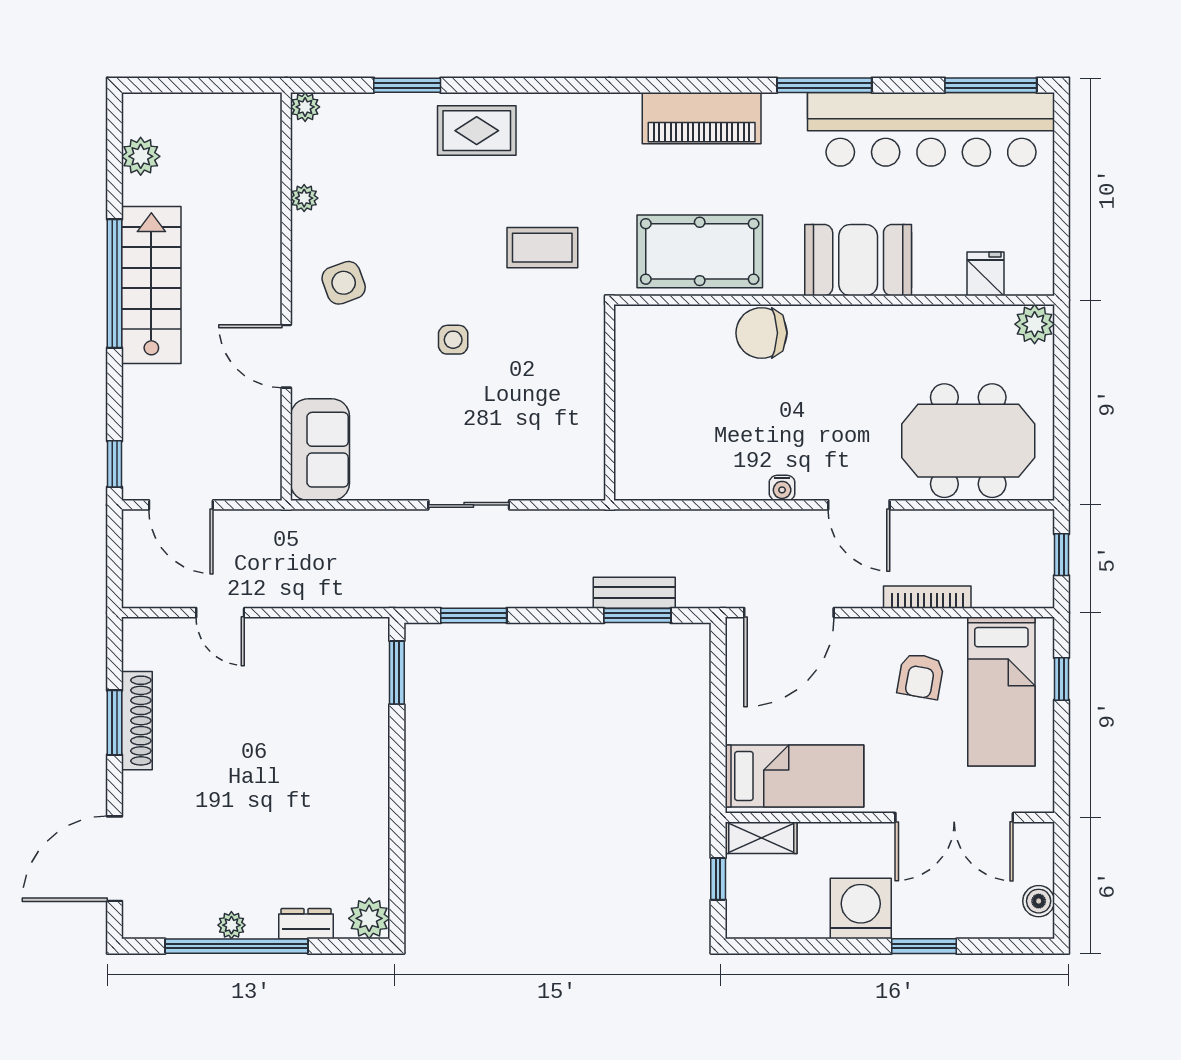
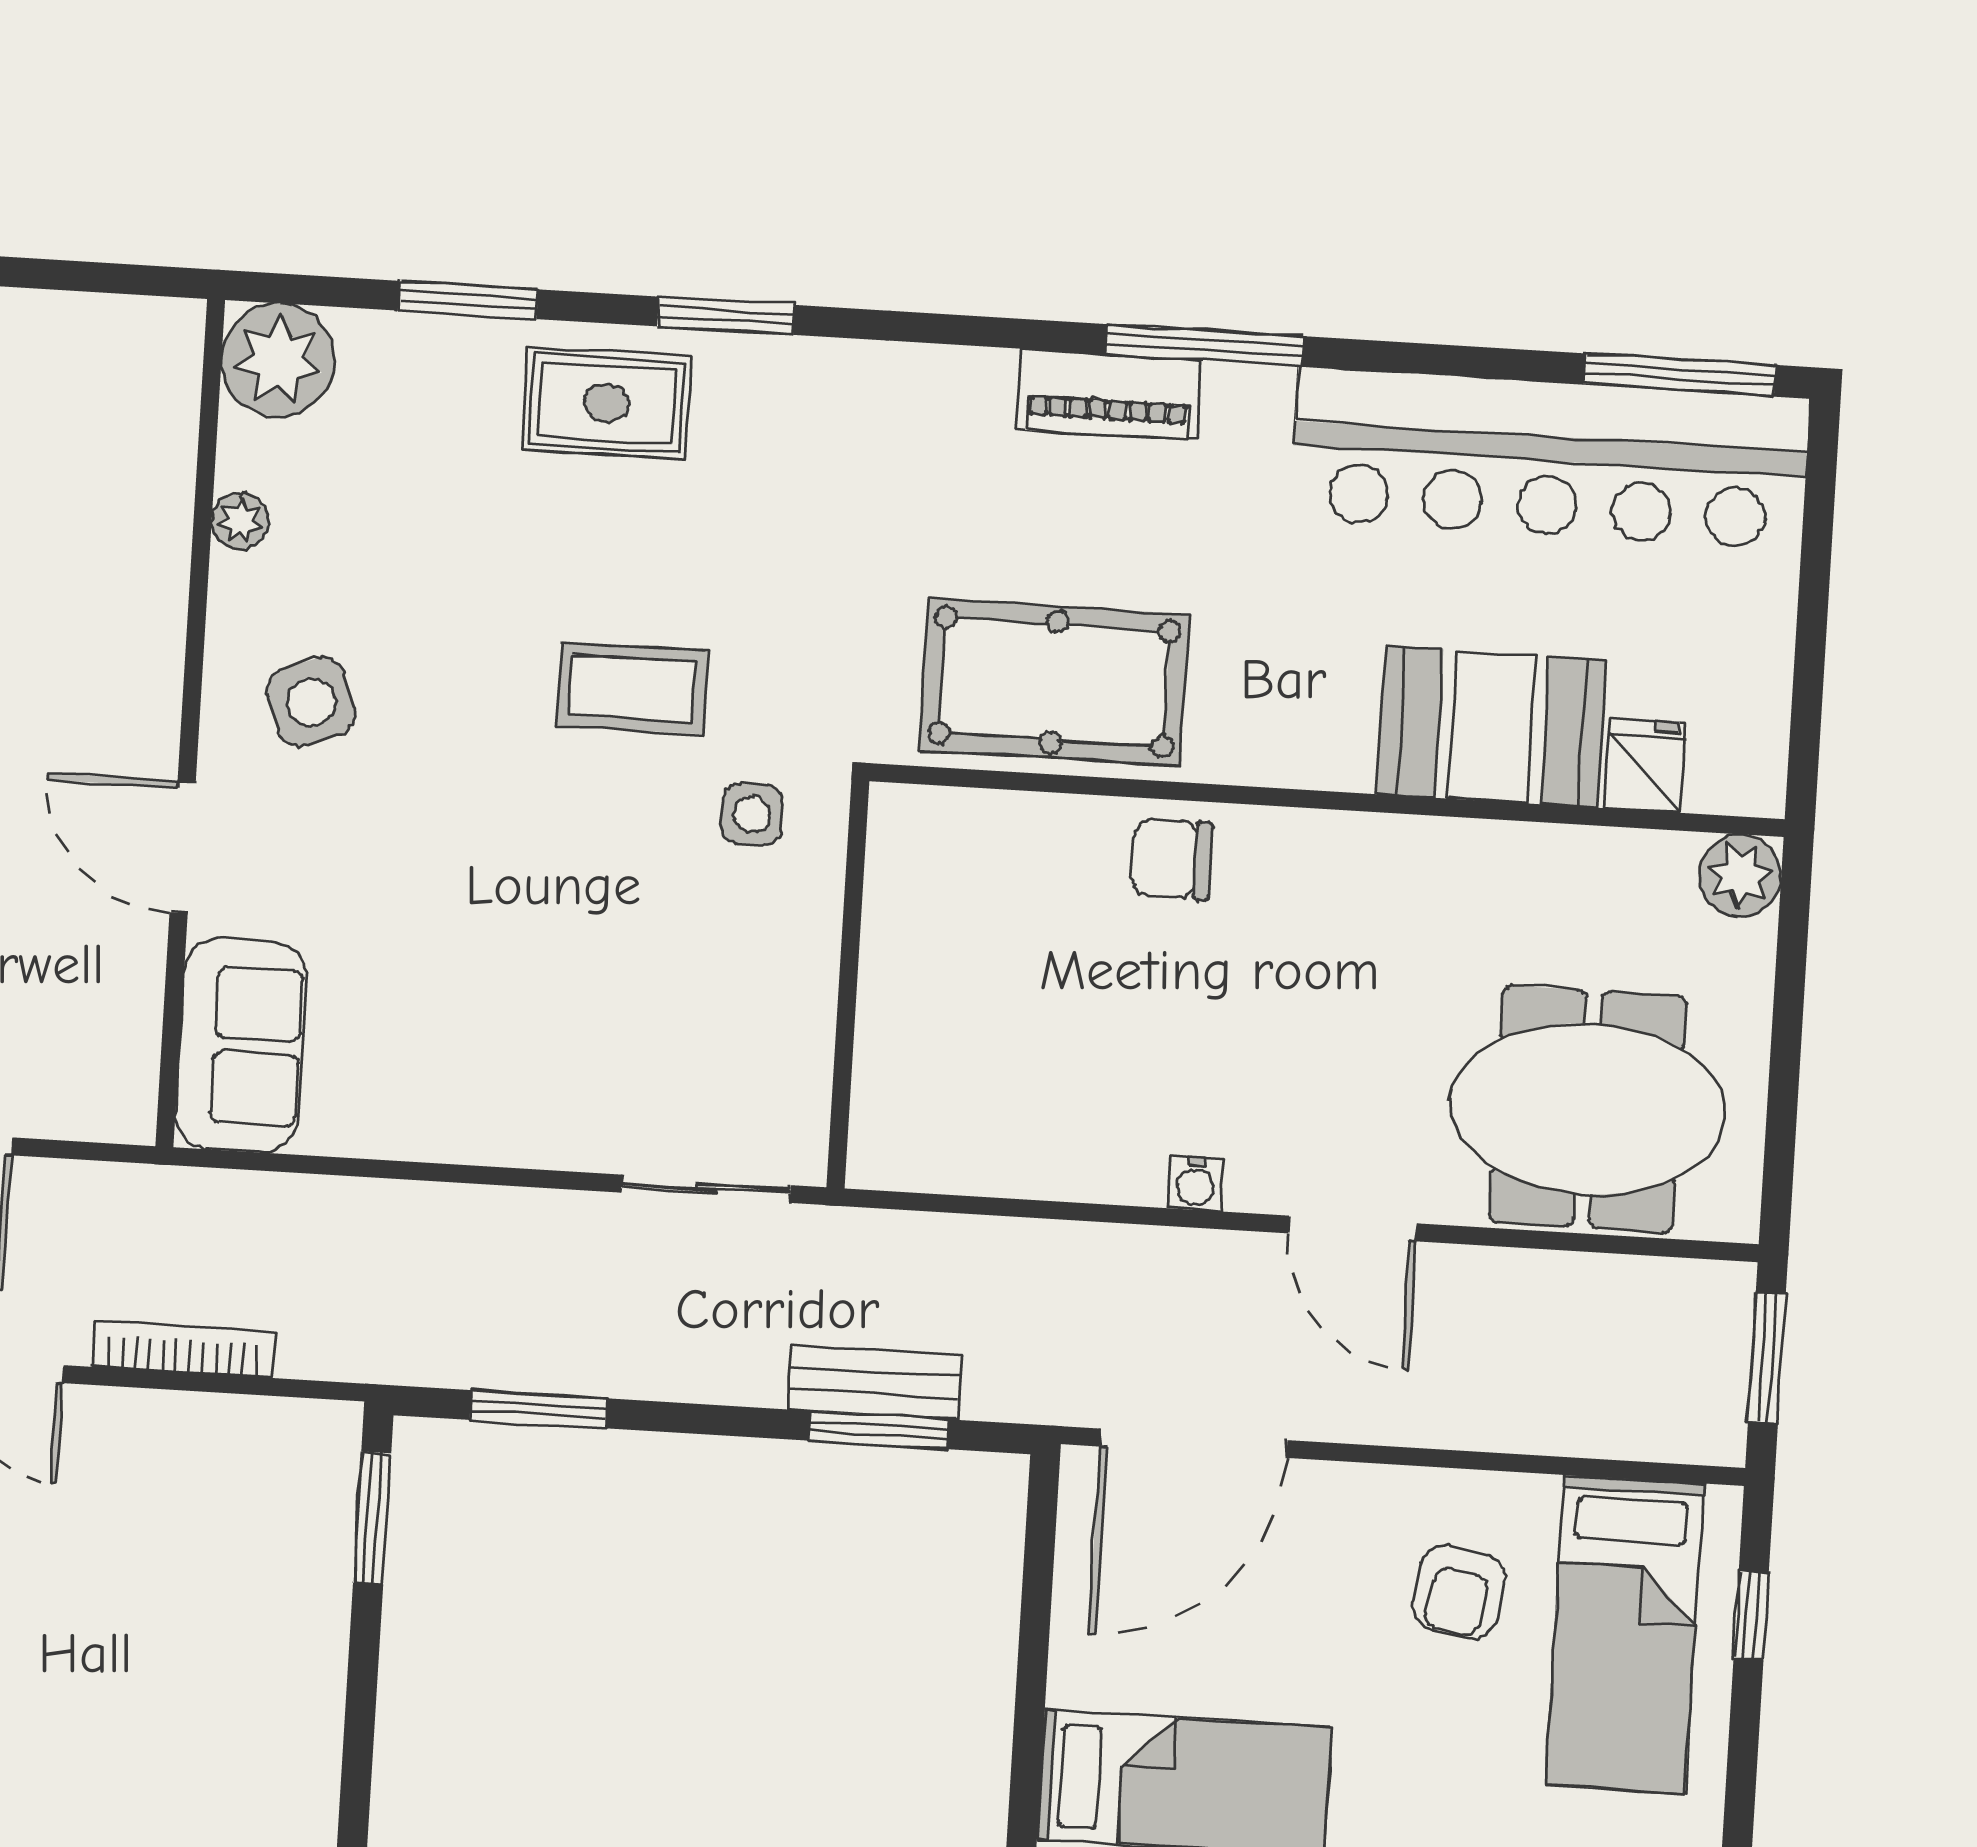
window: (531, 85) -> (726, 316), added
window: (824, 85) -> (1204, 345), moved
plant: (305, 107) -> (278, 360), width x1.88, depth x1.88
piano: (702, 118) -> (1109, 395), width x0.73, depth x0.75
coffee table: (542, 248) -> (632, 688), moved
booth: (858, 260) -> (1492, 727), moved
chair: (761, 333) -> (1172, 859), width x0.73, depth x0.73
side table: (453, 340) -> (752, 814), moved
sliding door: (469, 505) -> (706, 1189), moved
window: (1062, 555) -> (1767, 1358), width x1.50
bookcase: (927, 597) -> (183, 1349), moved

